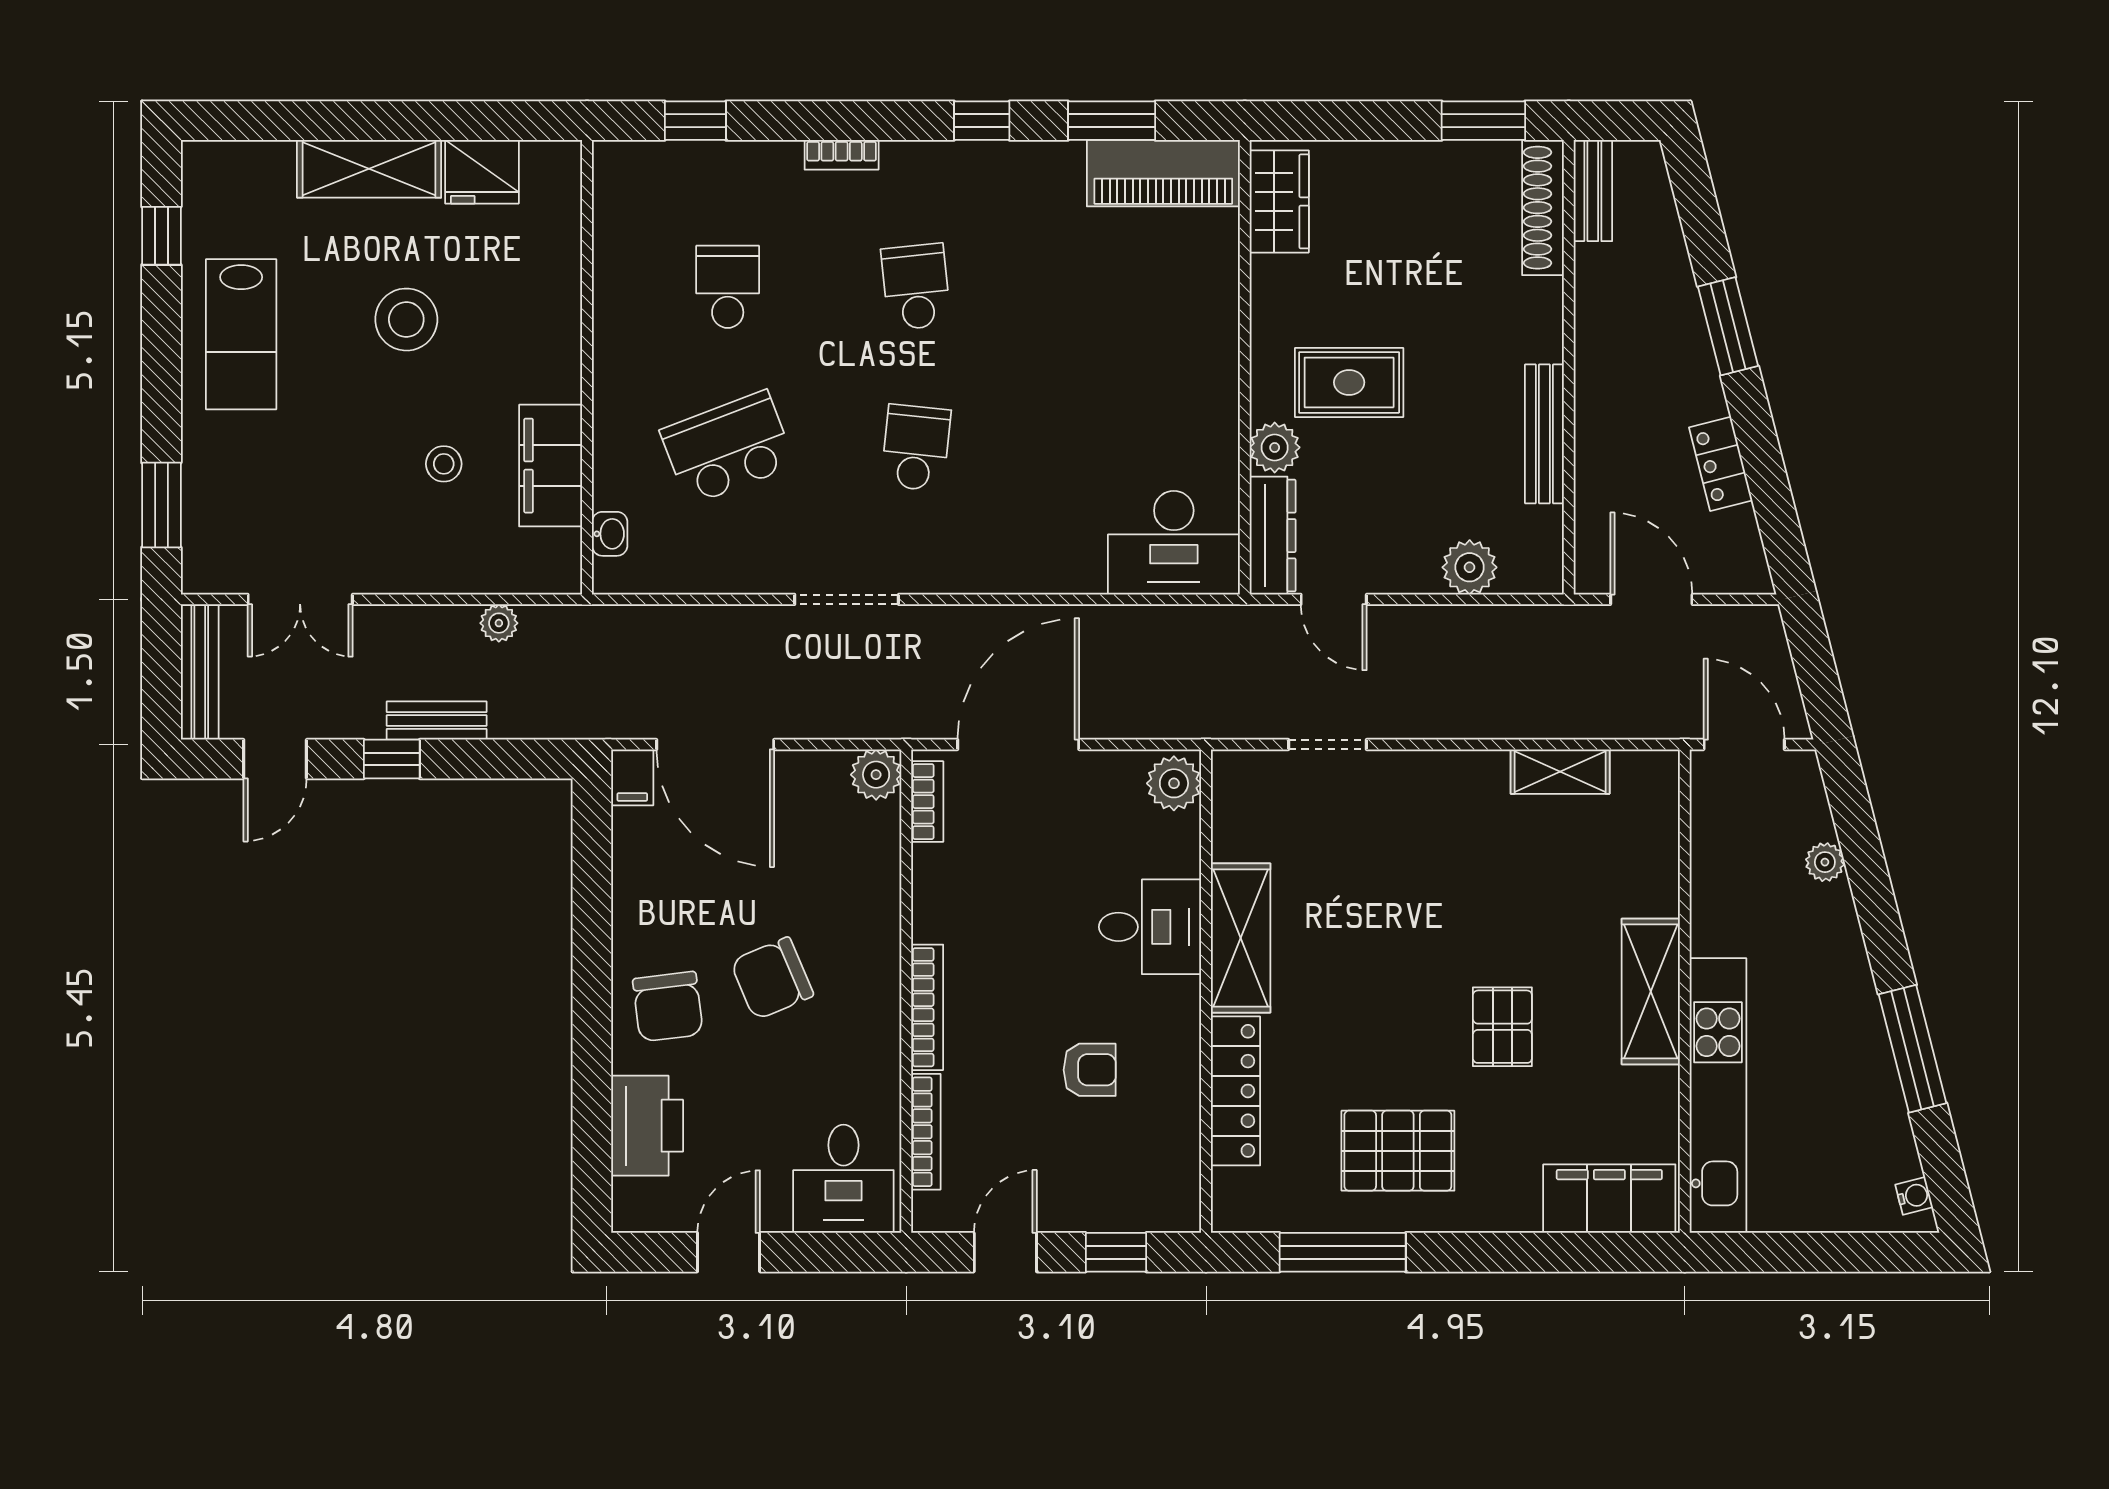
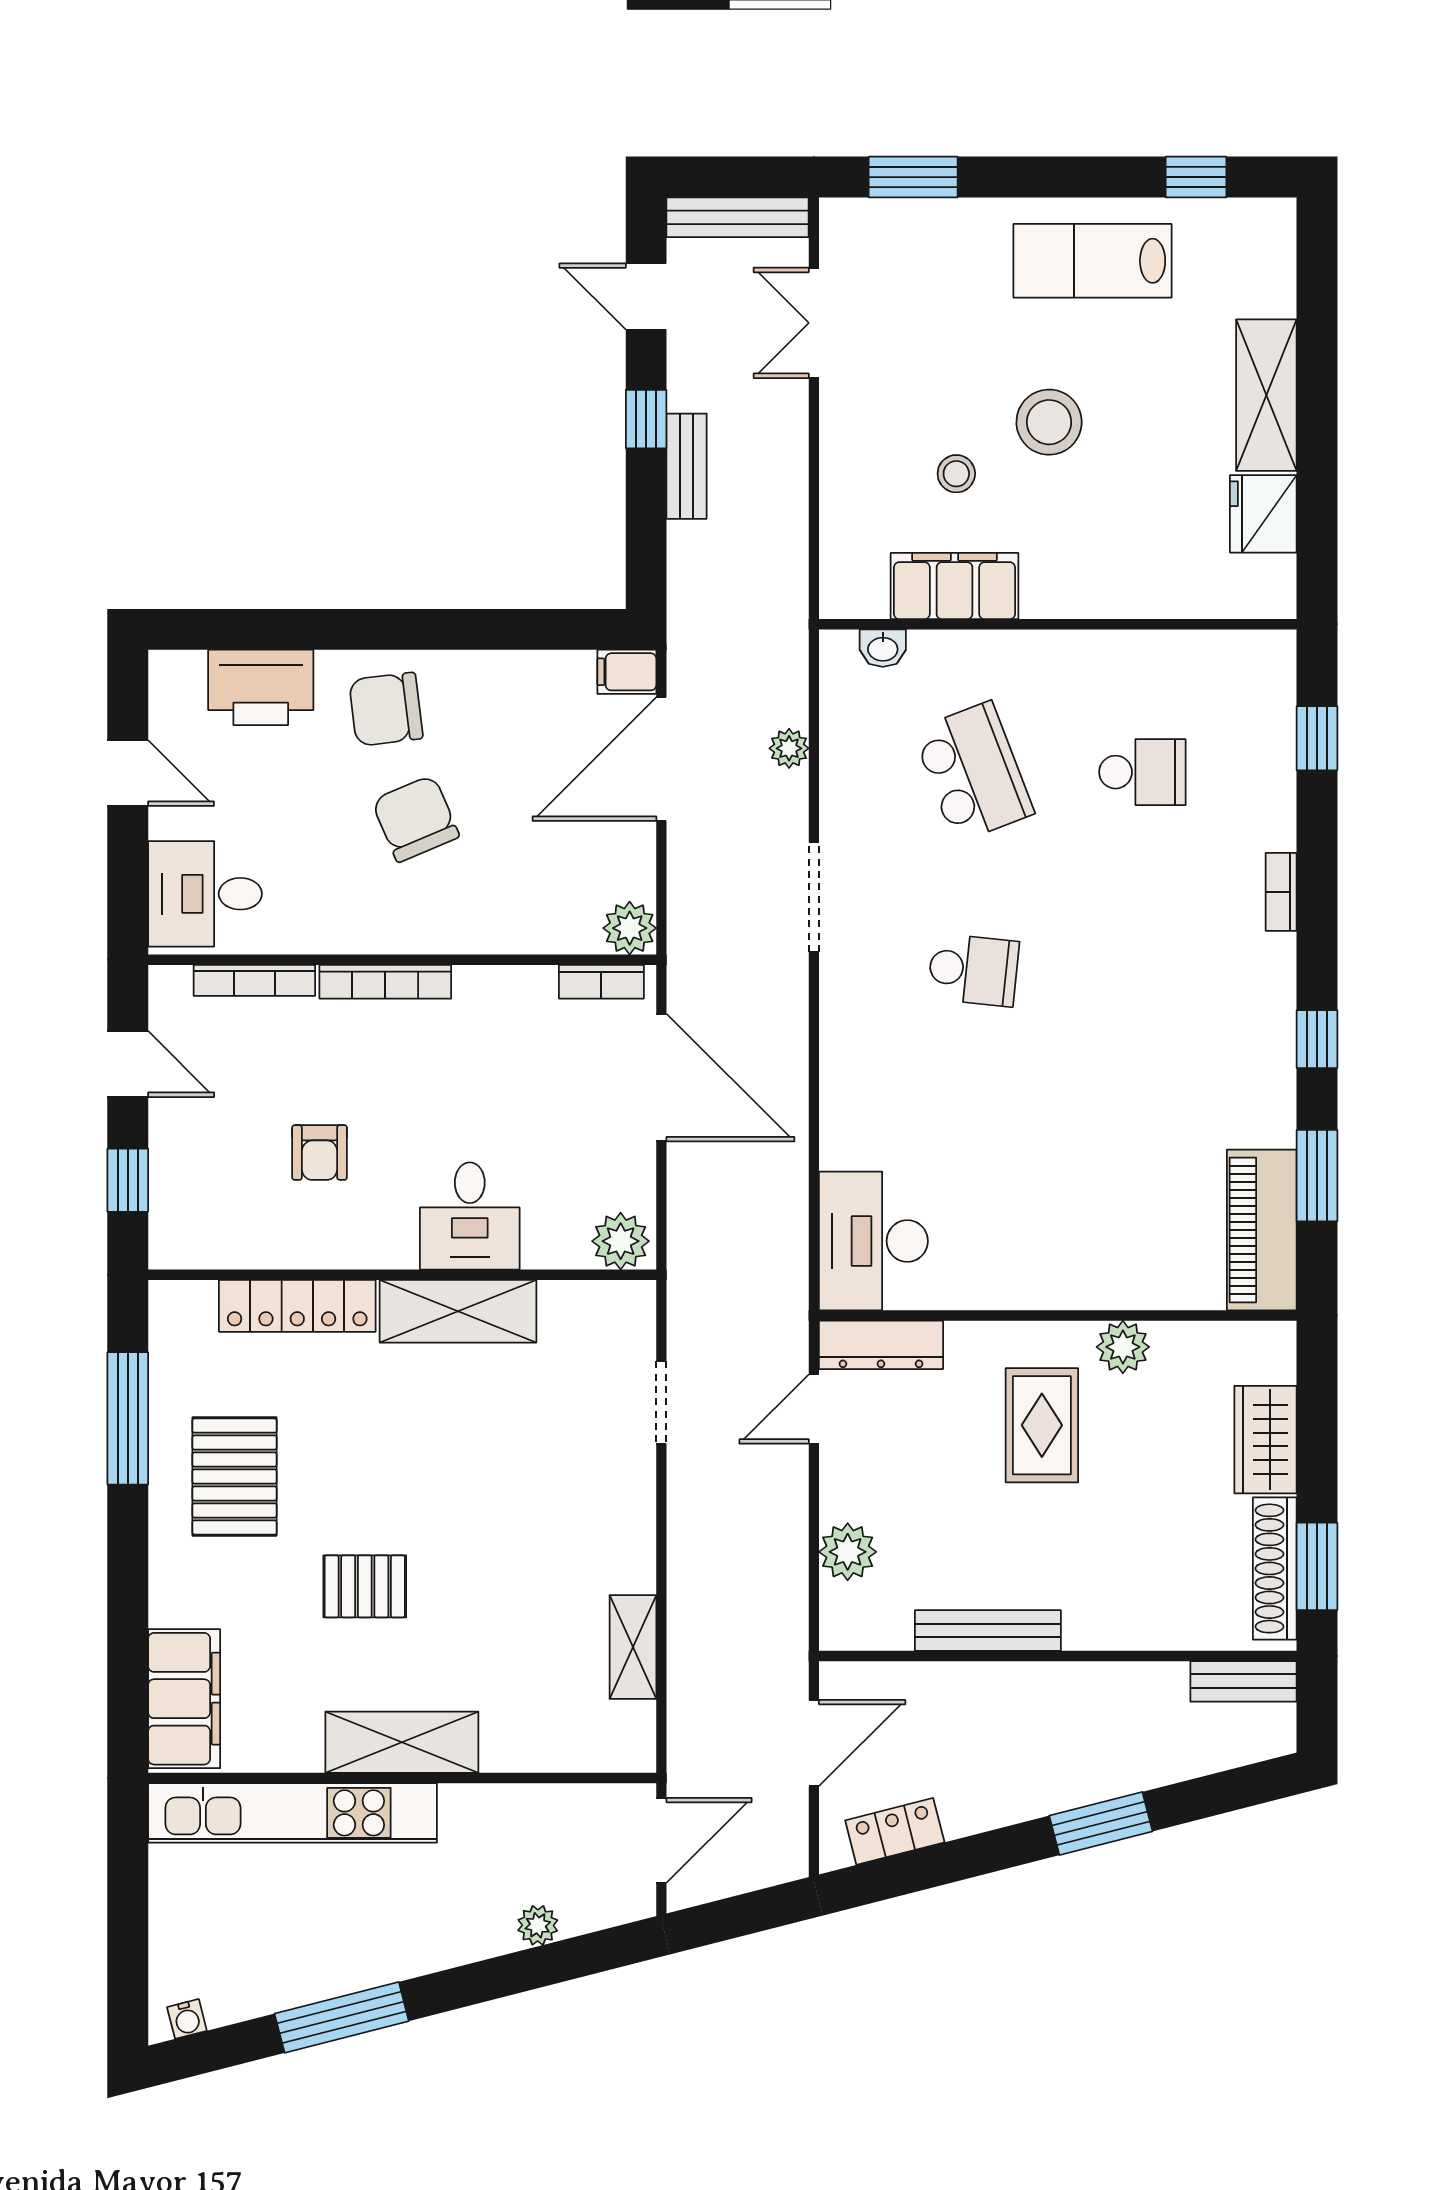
wardrobe: (1279, 201) -> (1266, 1440), moved, turned 90
shoe rack: (1543, 208) -> (1275, 1568), moved, turned -90
school desk: (916, 287) -> (1142, 970), removed
stool: (406, 320) -> (1049, 422), moved
plant: (1275, 447) -> (1123, 1347), moved
locker: (1721, 464) -> (895, 1831), moved
plant: (499, 623) -> (789, 748), moved

